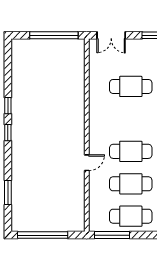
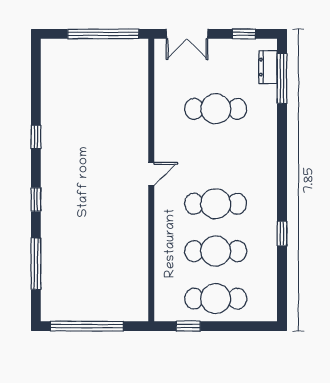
window: (8, 133) -> (36, 200), moved
door: (87, 163) -> (151, 174), moved
window: (8, 192) -> (36, 264), width x1.44
window: (112, 235) -> (188, 326), width x0.46

